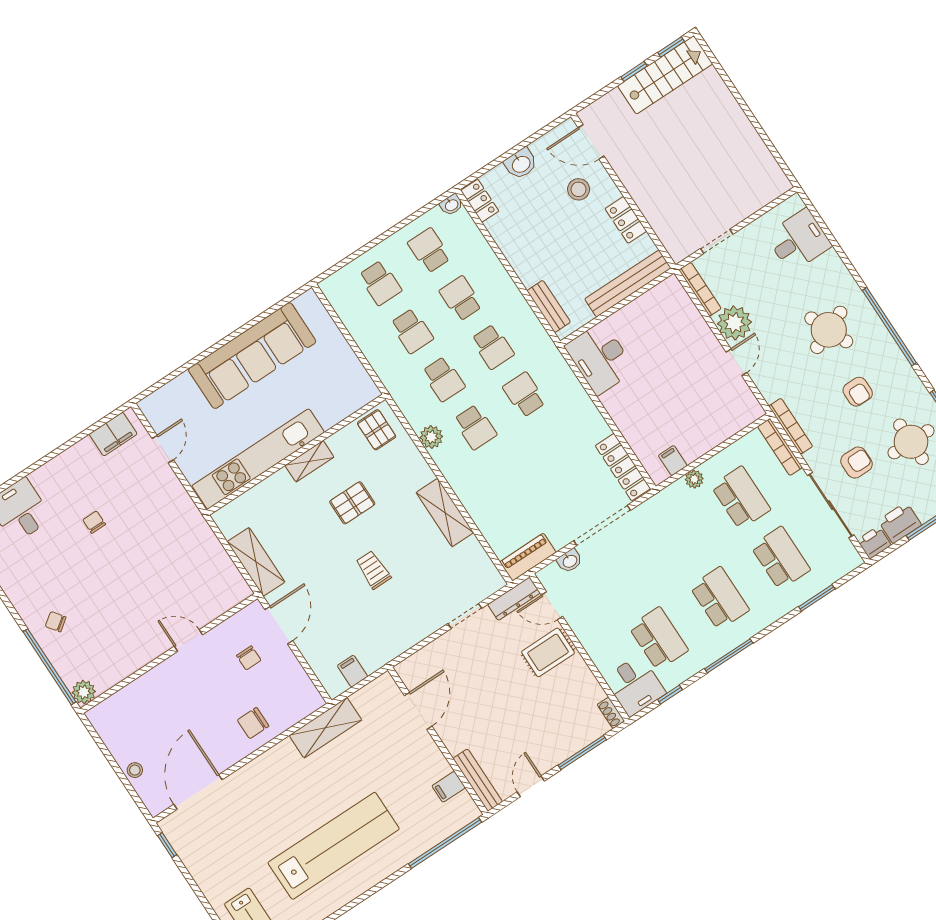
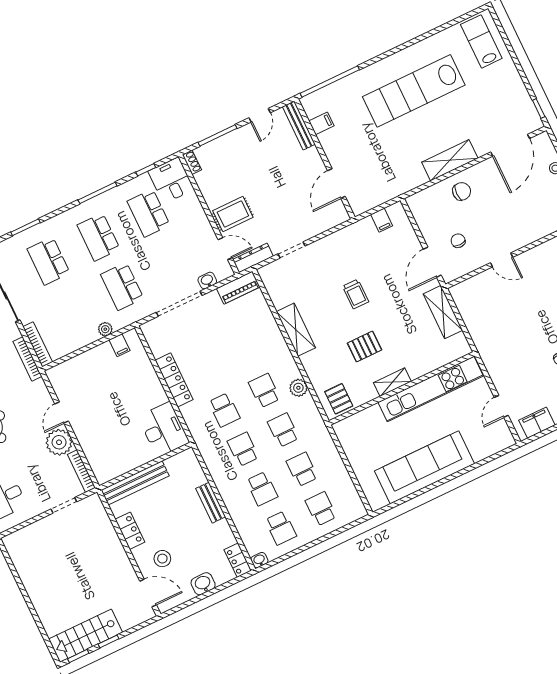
bench: (549, 306) -> (211, 503), moved
locker: (623, 467) -> (174, 380), moved
school desk: (741, 498) -> (122, 286), moved
shelving: (325, 728) -> (450, 160), moved

